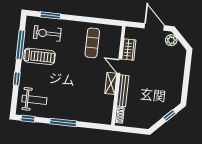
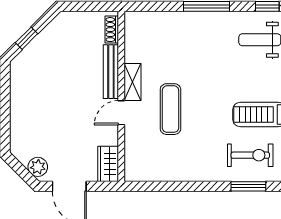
exercise mat: (92, 43) -> (170, 109), moved
wardrobe: (129, 49) -> (108, 164), moved
door: (119, 66) -> (121, 113), swing flipped

